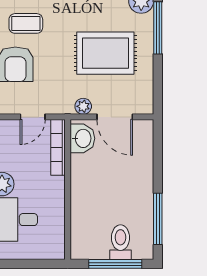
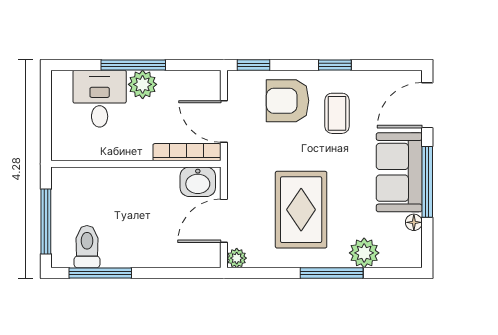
plant: (83, 106) -> (237, 258), moved
door: (33, 117) -> (224, 122), width x1.37
toilet: (120, 242) -> (87, 247), moved, turned -90

